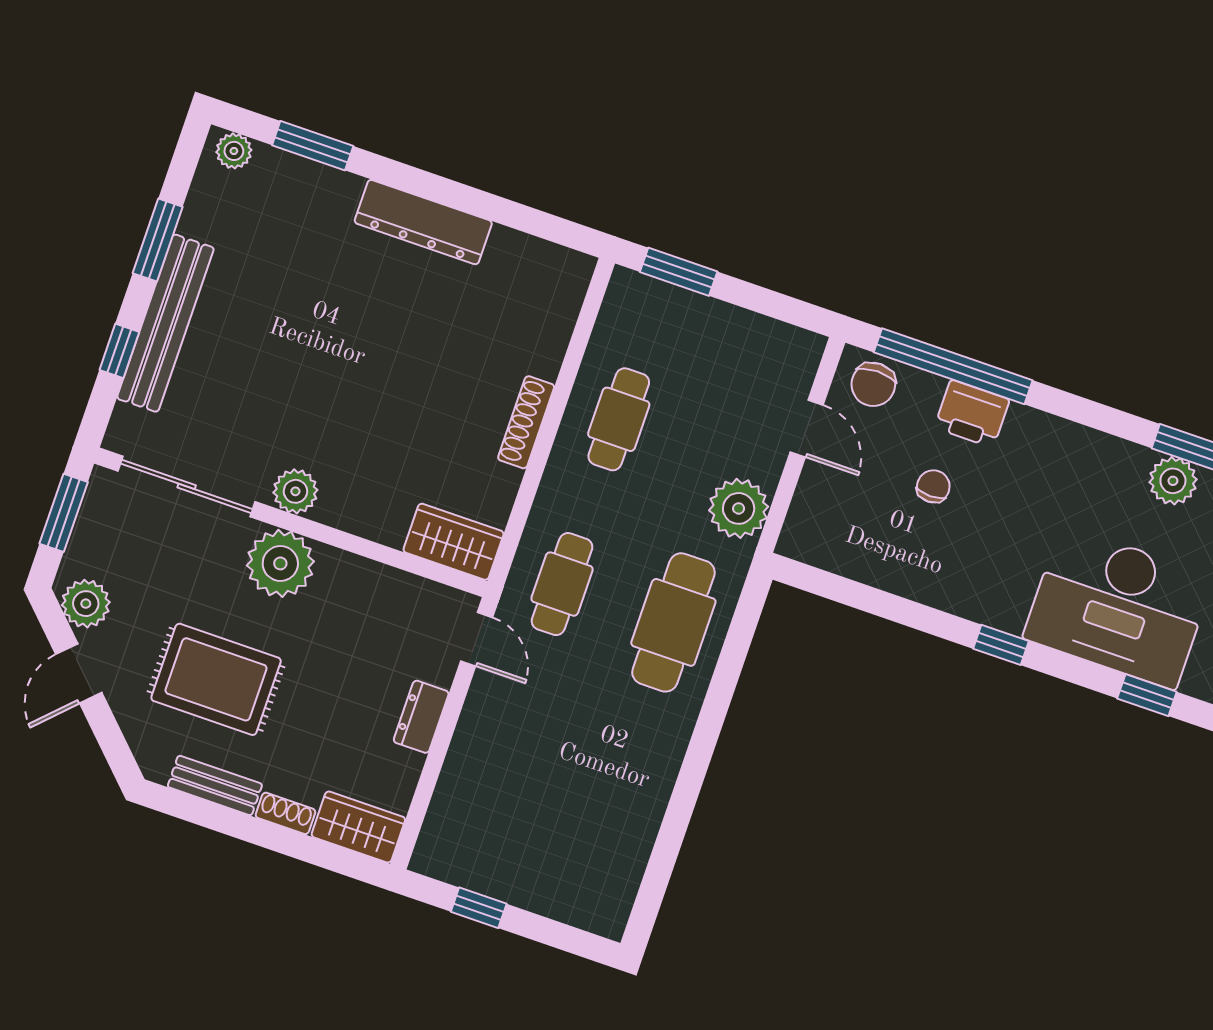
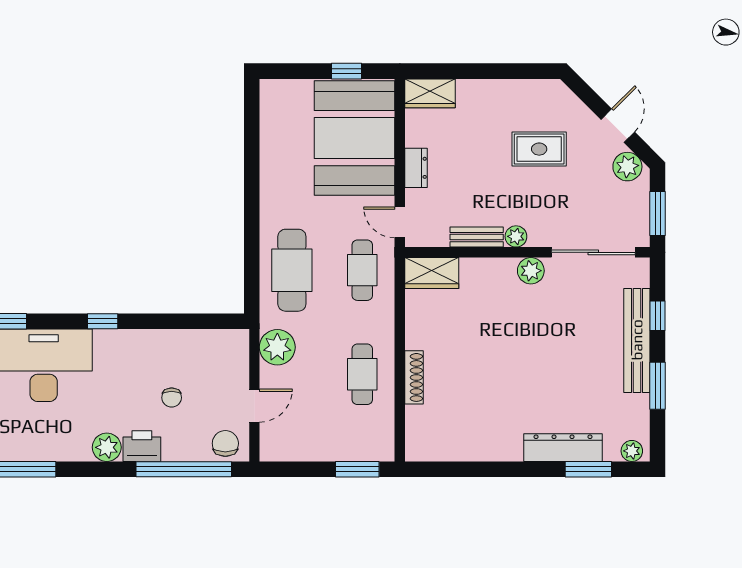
dresser: (423, 222) -> (563, 448), moved
printer: (972, 414) -> (142, 446), moved
shoe rack: (526, 422) -> (414, 377), moved
door: (807, 429) -> (254, 406), swing flipped
plant: (1173, 481) -> (107, 447), moved
plant: (280, 563) -> (516, 236), width x0.53, depth x0.53
rug: (216, 679) -> (539, 149), width x0.73, depth x0.70
bench: (215, 785) -> (477, 237), moved
booth: (502, 797) -> (355, 138), added
shoe rack: (285, 813) -> (474, 87), removed

